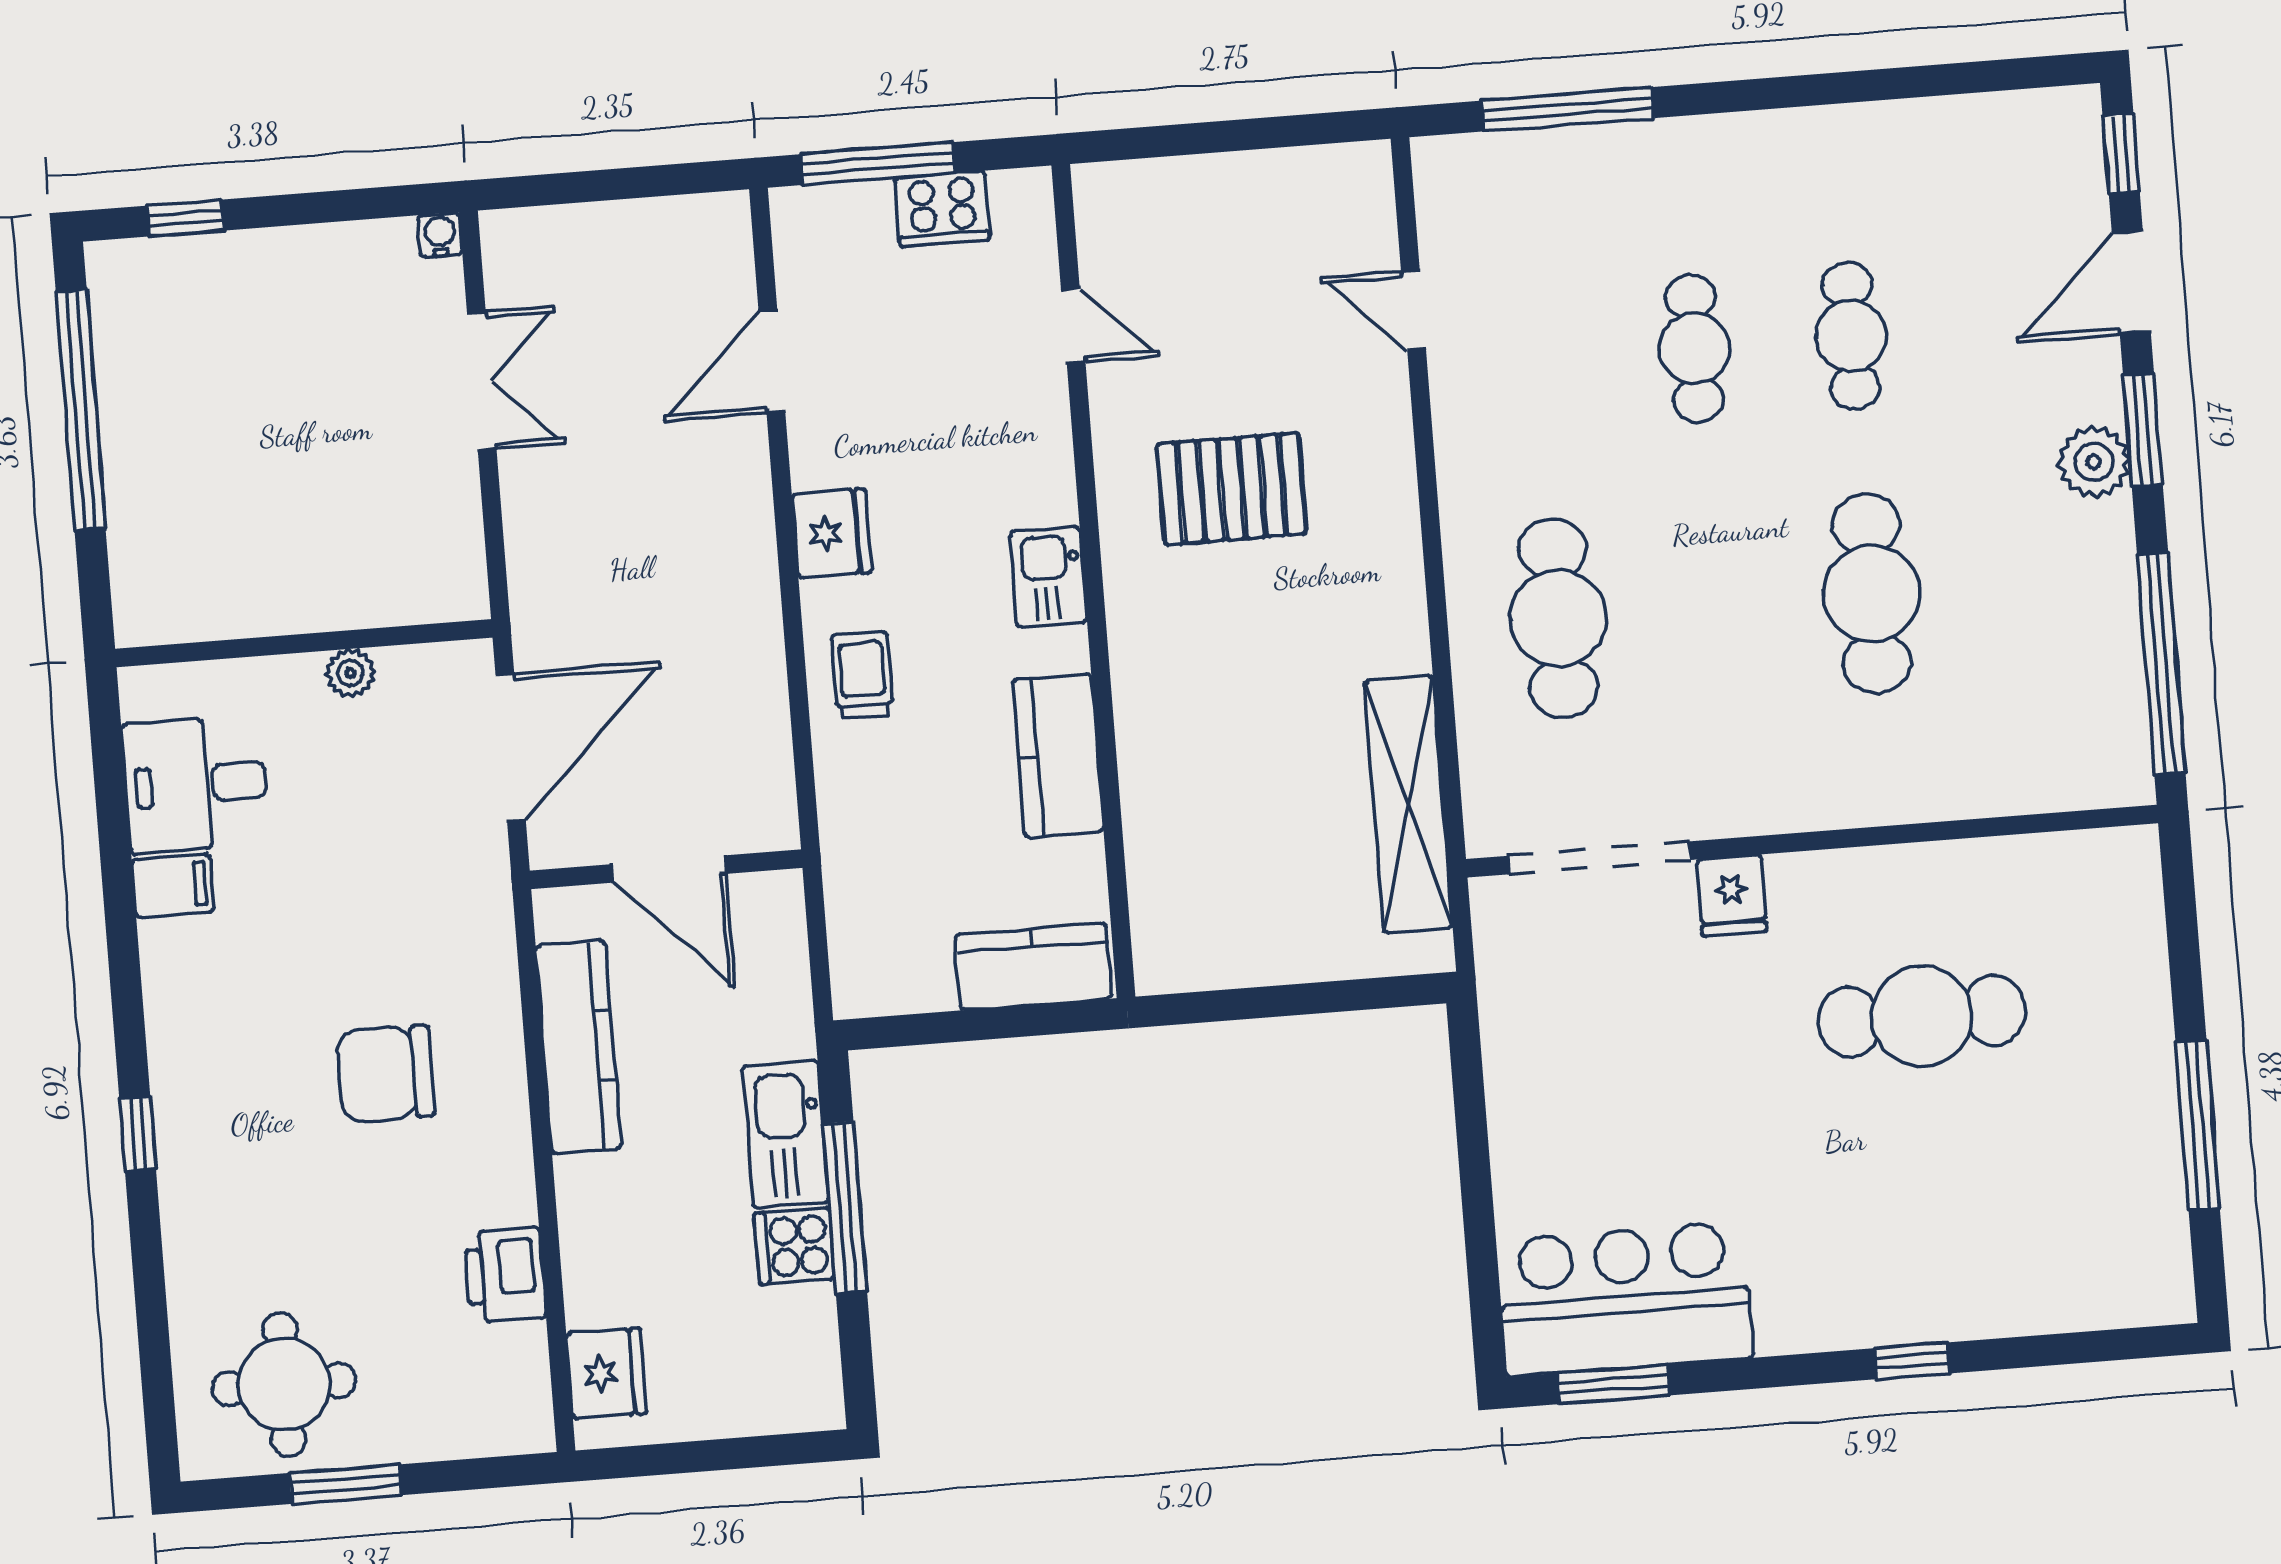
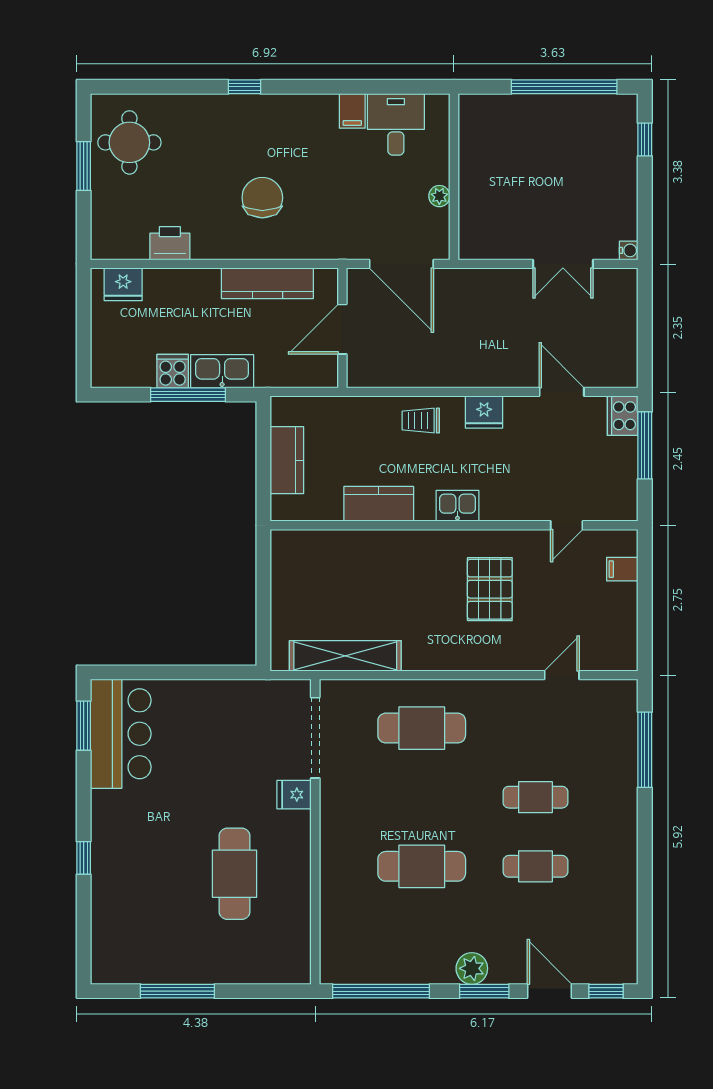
filing cabinet: (1163, 192) -> (622, 569), added
cooker: (943, 209) -> (623, 416), moved
trolley: (862, 675) -> (421, 421), turned 180
kitchen counter: (1033, 967) -> (287, 460), moved

